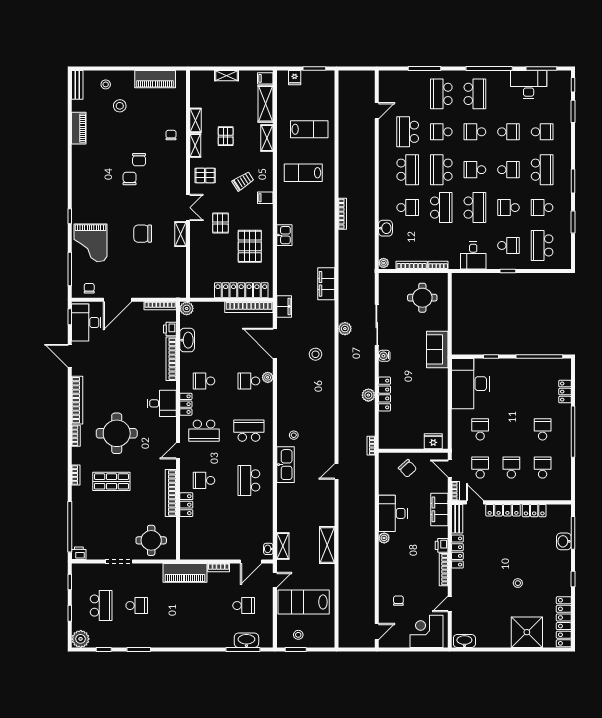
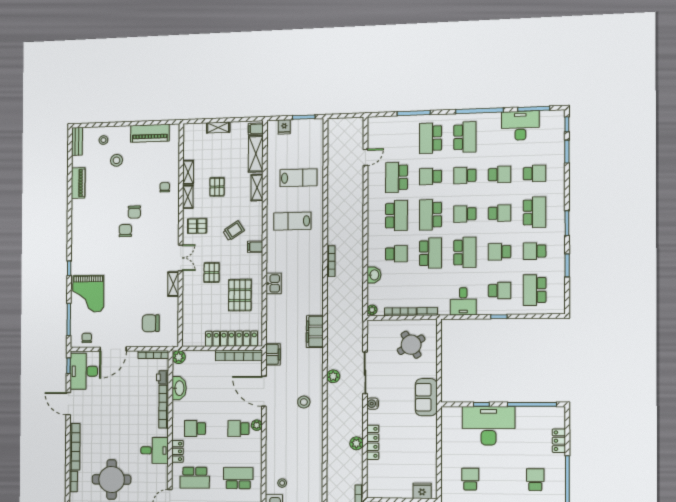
chair: (143, 234) -> (151, 323), moved
round table: (422, 298) -> (411, 345), turned -31
desk: (471, 384) -> (489, 426), moved, turned 90

